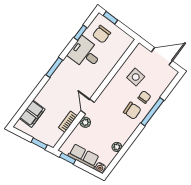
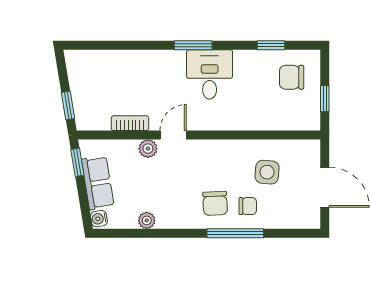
window: (110, 18) -> (325, 99), moved
desk: (85, 53) -> (210, 74), moved
filing cabinet: (32, 114) -> (103, 63), removed

